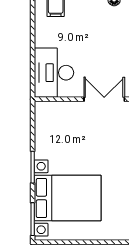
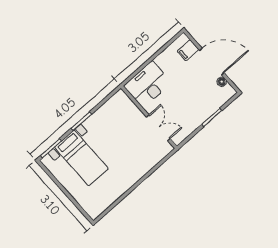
bed with nightstands: (68, 198) -> (81, 158), width x0.73

